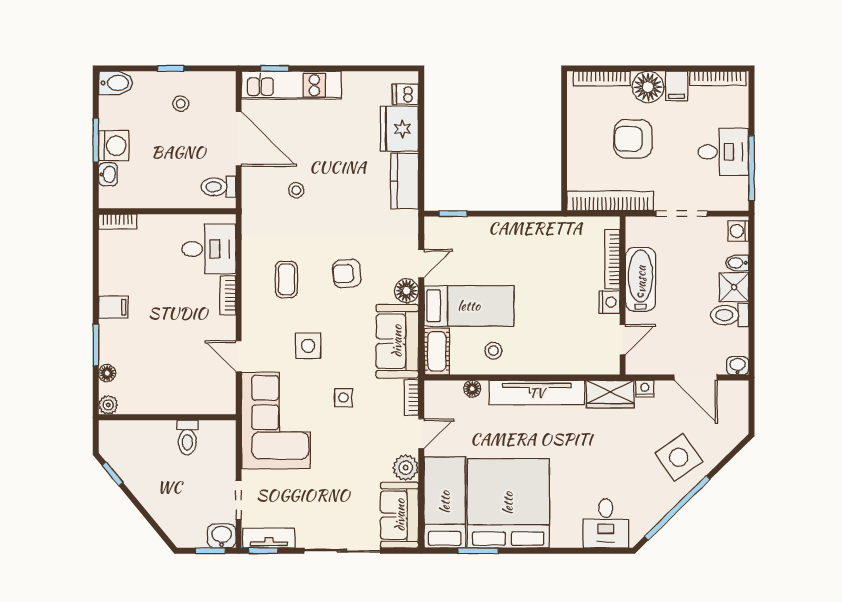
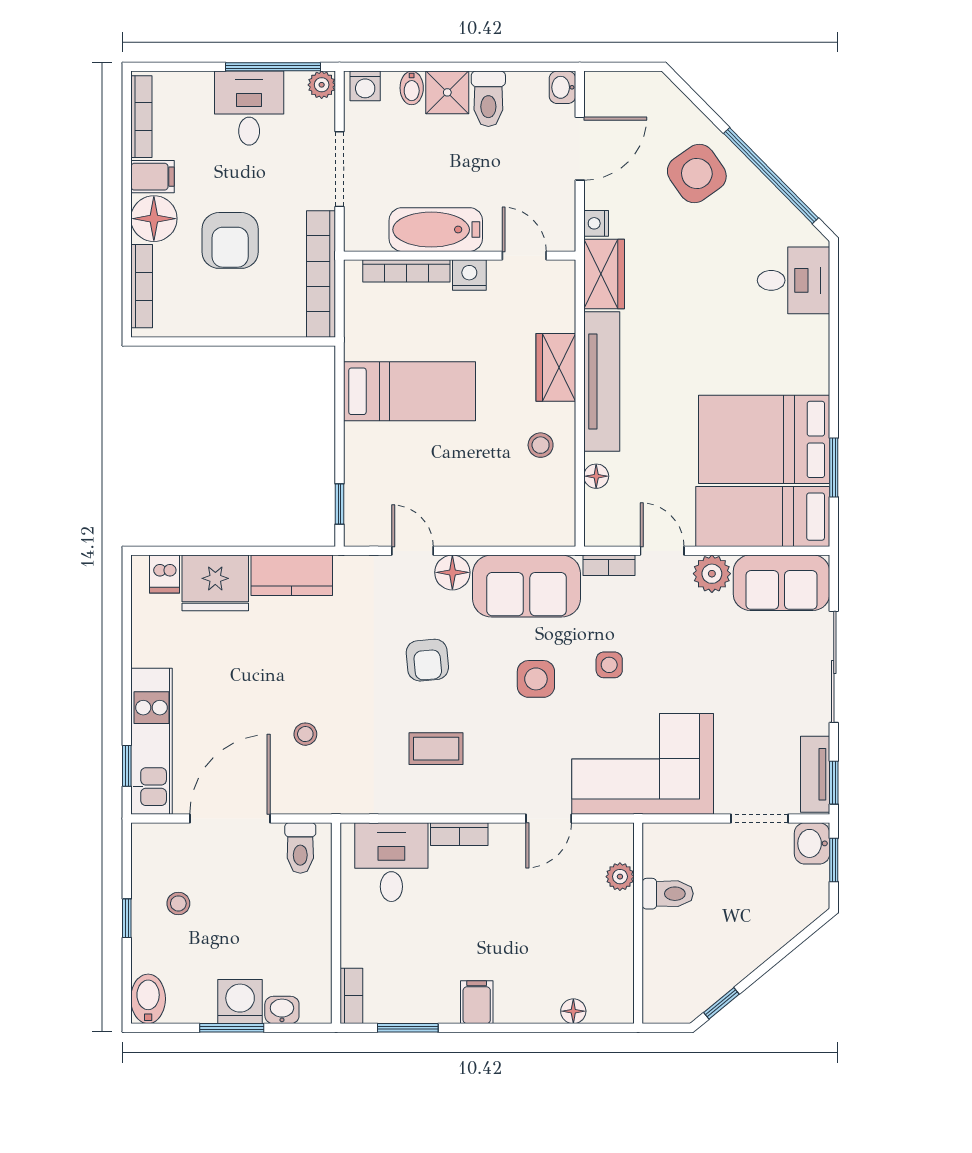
plant: (739, 201) -> (322, 85), added
bed: (469, 306) -> (409, 391), moved, turned 90
window: (96, 345) -> (408, 1028), moved
side table: (308, 346) -> (536, 679), moved
cot: (437, 351) -> (541, 528), removed
wardrobe: (547, 361) -> (556, 367), added
plant: (108, 405) -> (620, 877), moved
bed: (508, 503) -> (764, 439), width x0.73

